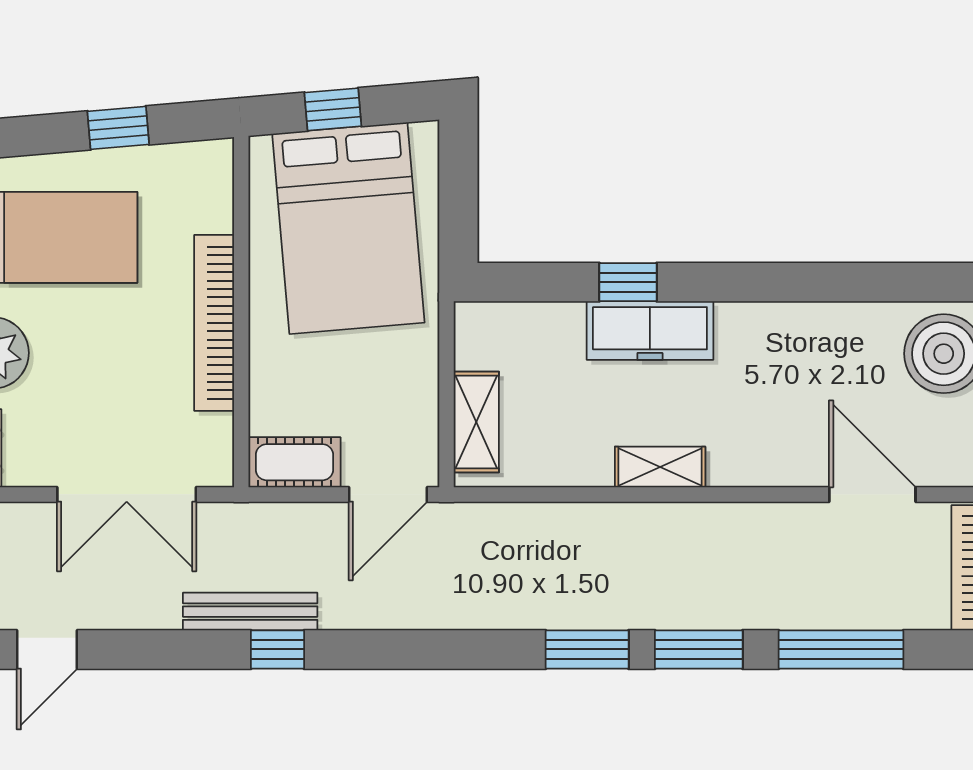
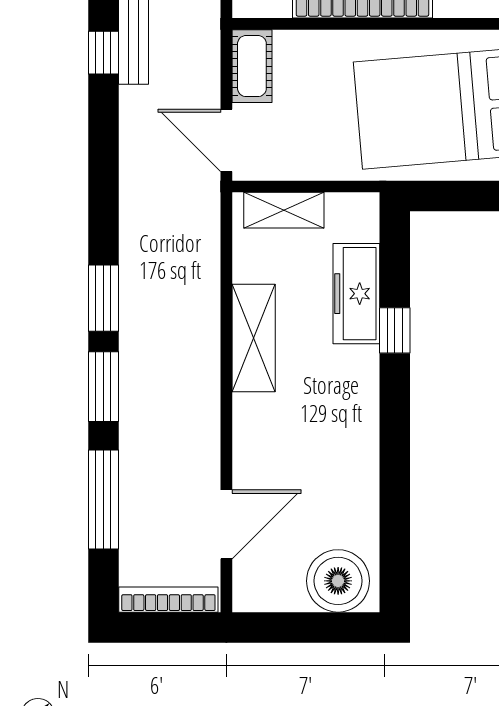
freezer: (650, 331) -> (356, 294), moved
shelving: (660, 467) -> (254, 338), width x1.50, depth x1.33

